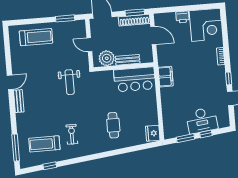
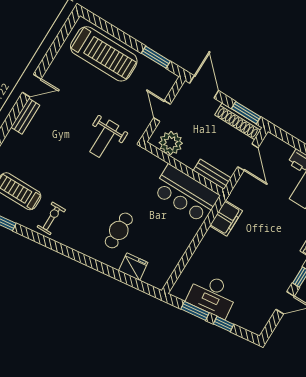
treadmill: (36, 37) -> (104, 54), width x1.37, depth x1.38
bench: (128, 60) -> (212, 174), moved
desk: (202, 120) -> (212, 295), moved
fridge: (153, 133) -> (133, 267), moved, turned 83
exercise bike: (72, 134) -> (51, 218), moved

